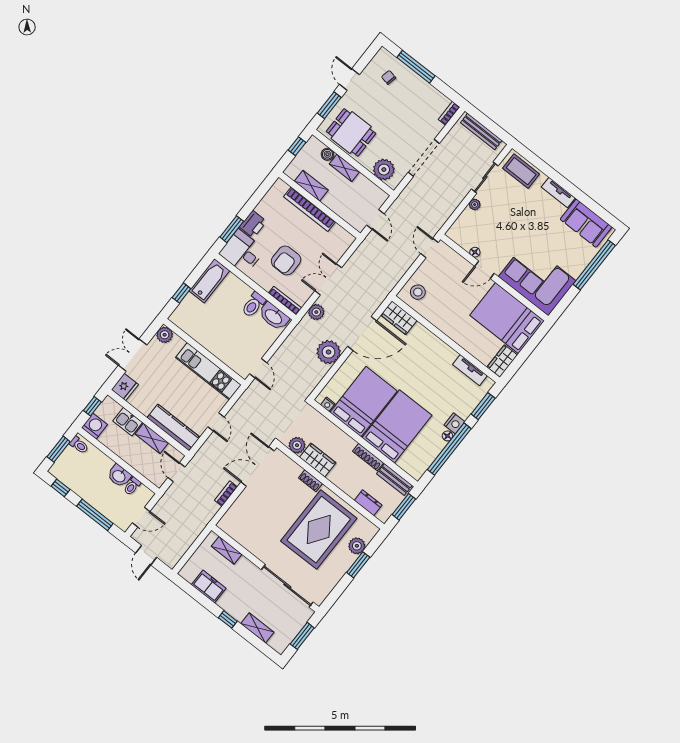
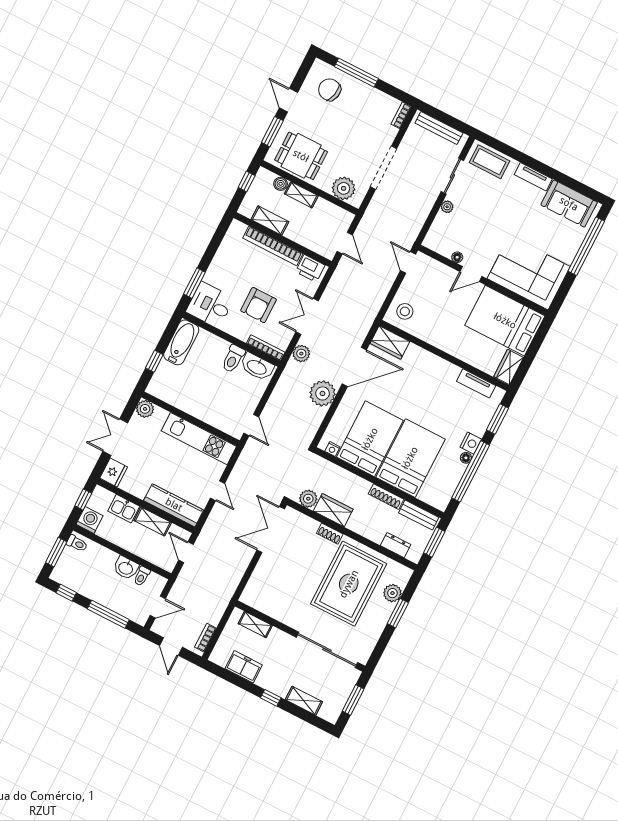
chair: (389, 77) -> (330, 90), width x1.87, depth x1.87
printer: (253, 224) -> (310, 268), moved, turned 90
bookcase: (226, 494) -> (205, 638), moved

